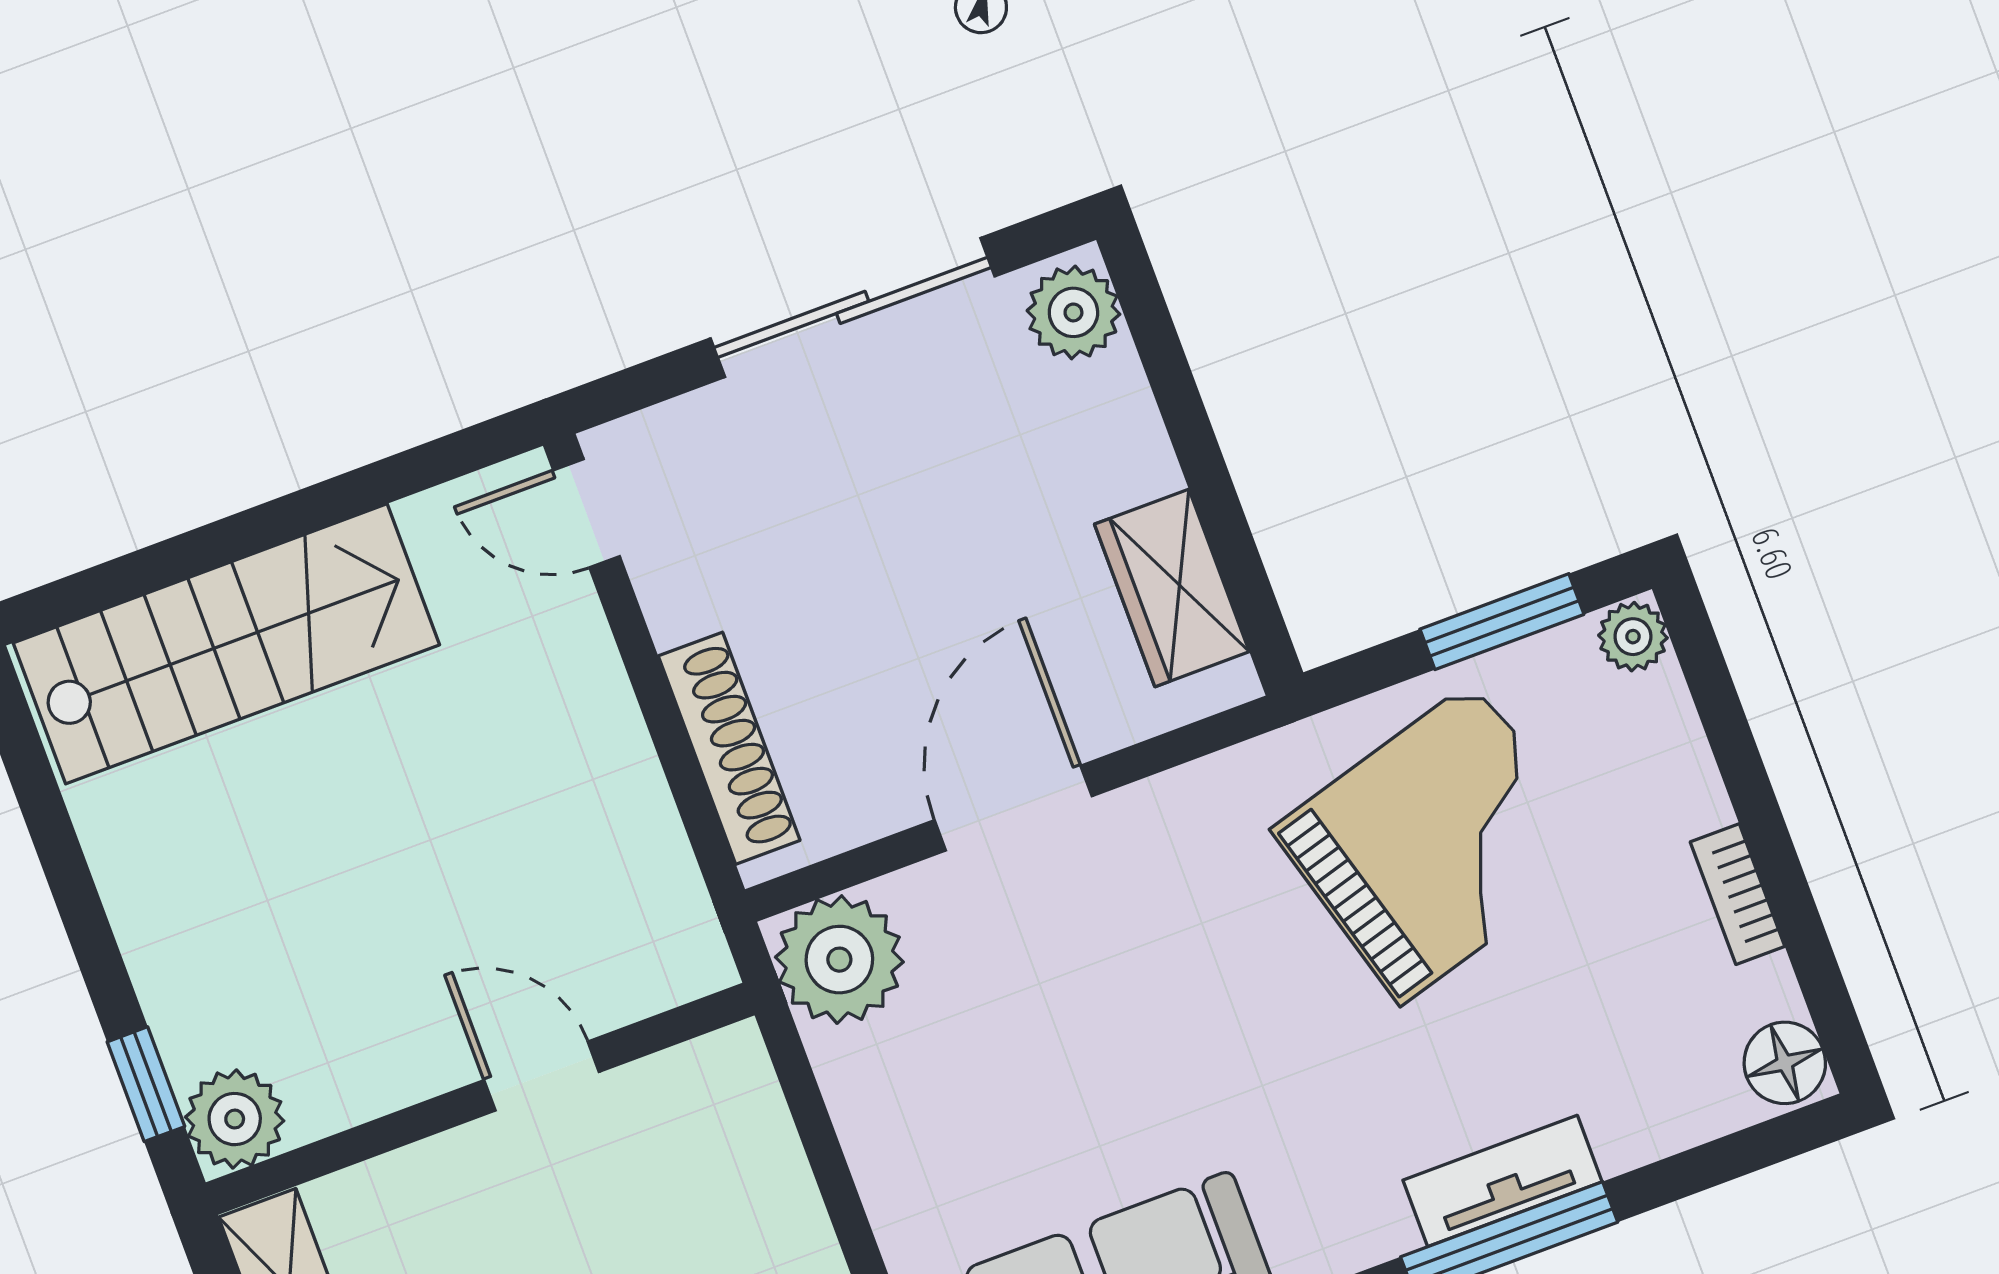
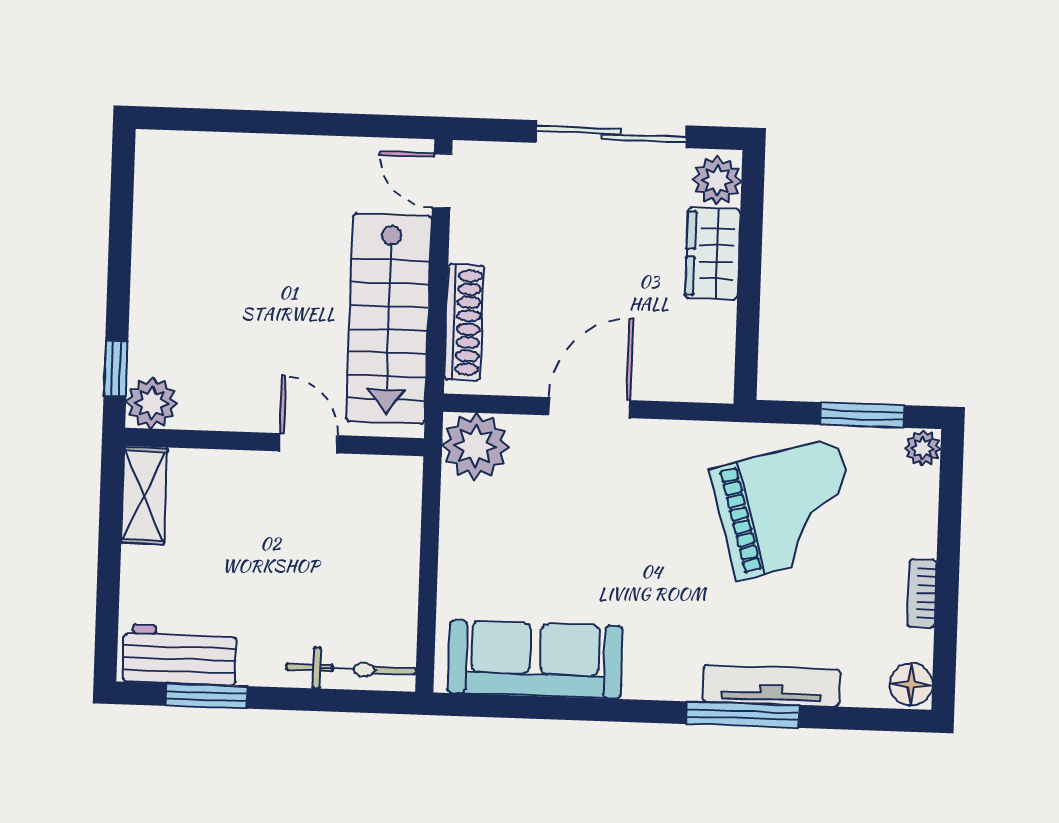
wardrobe: (1172, 588) -> (713, 254), moved
stairs: (226, 644) -> (389, 319), moved, turned 90
tv unit: (1502, 1181) -> (771, 686), width x1.41

